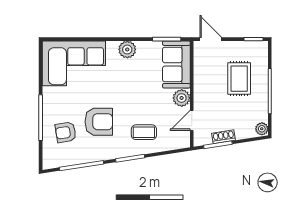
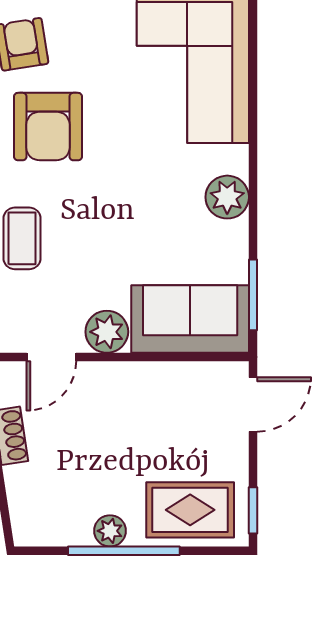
rug: (239, 79) -> (190, 510), moved
door: (192, 120) -> (51, 357), swing flipped
plant: (262, 129) -> (110, 531), moved

